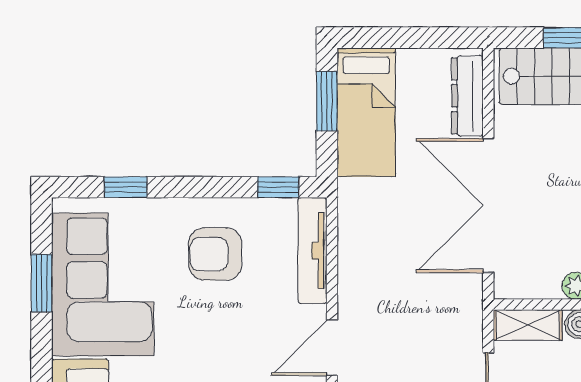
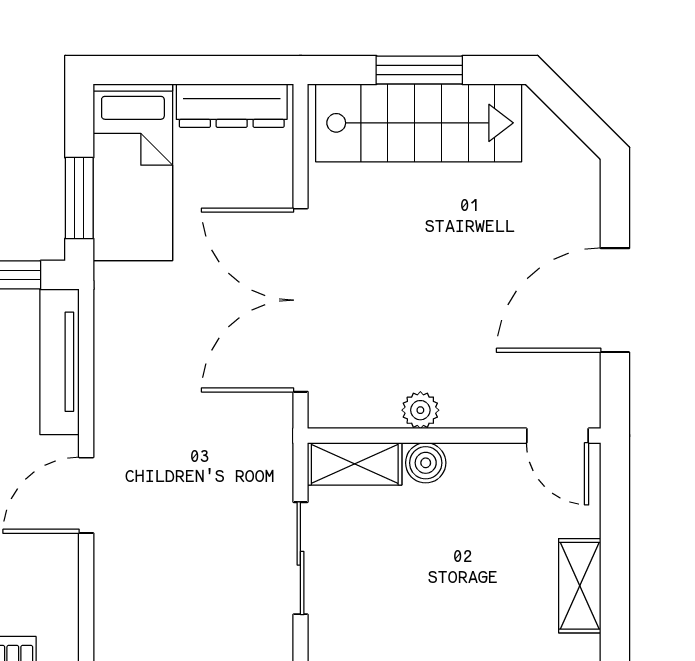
dresser: (467, 96) -> (232, 106), moved, turned -90
window: (327, 101) -> (79, 198), moved

